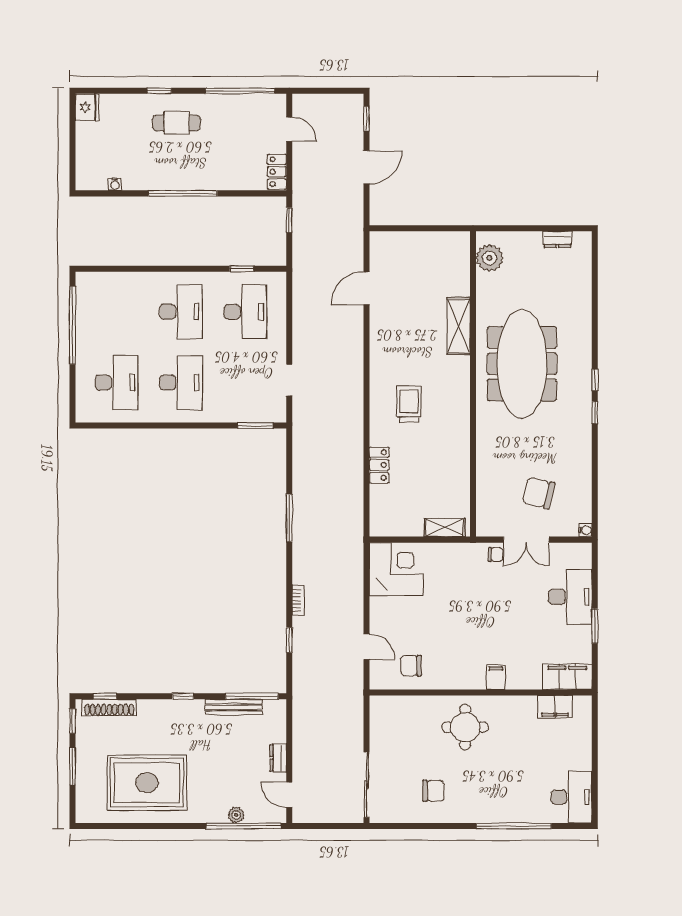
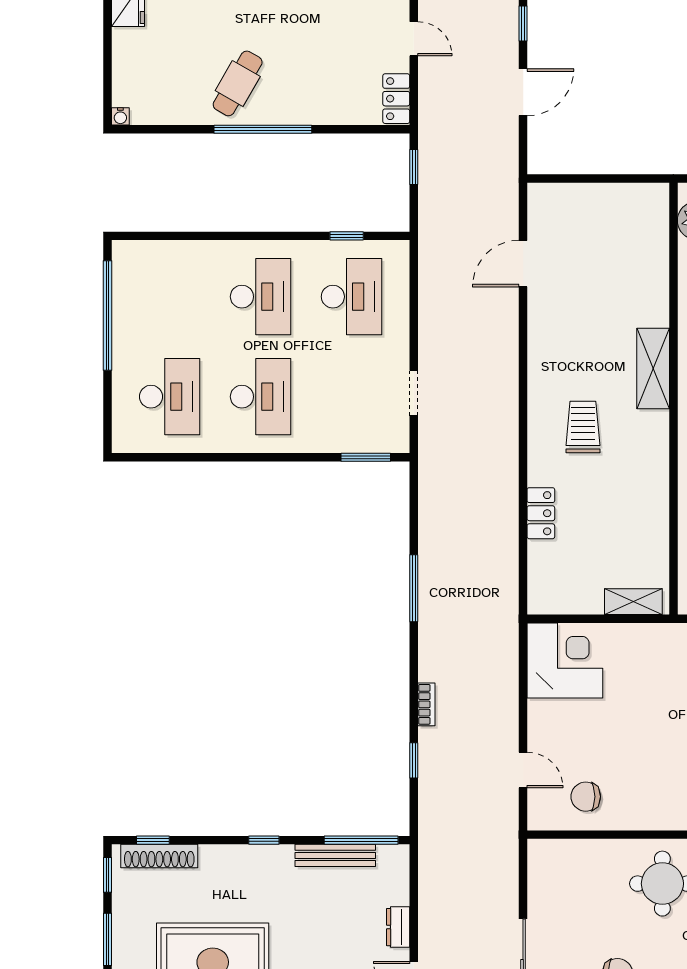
cafe table: (176, 123) -> (238, 83), moved, turned -60
water cooler: (115, 184) -> (120, 116), moved
shelving: (459, 326) -> (653, 369), moved

